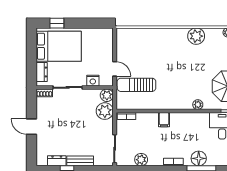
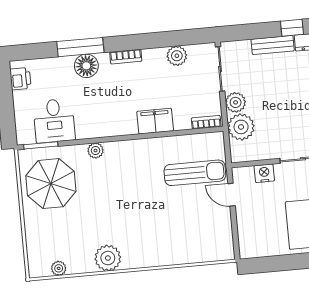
plant: (107, 95) -> (236, 102), moved
filing cabinet: (164, 120) -> (155, 121), width x2.00

